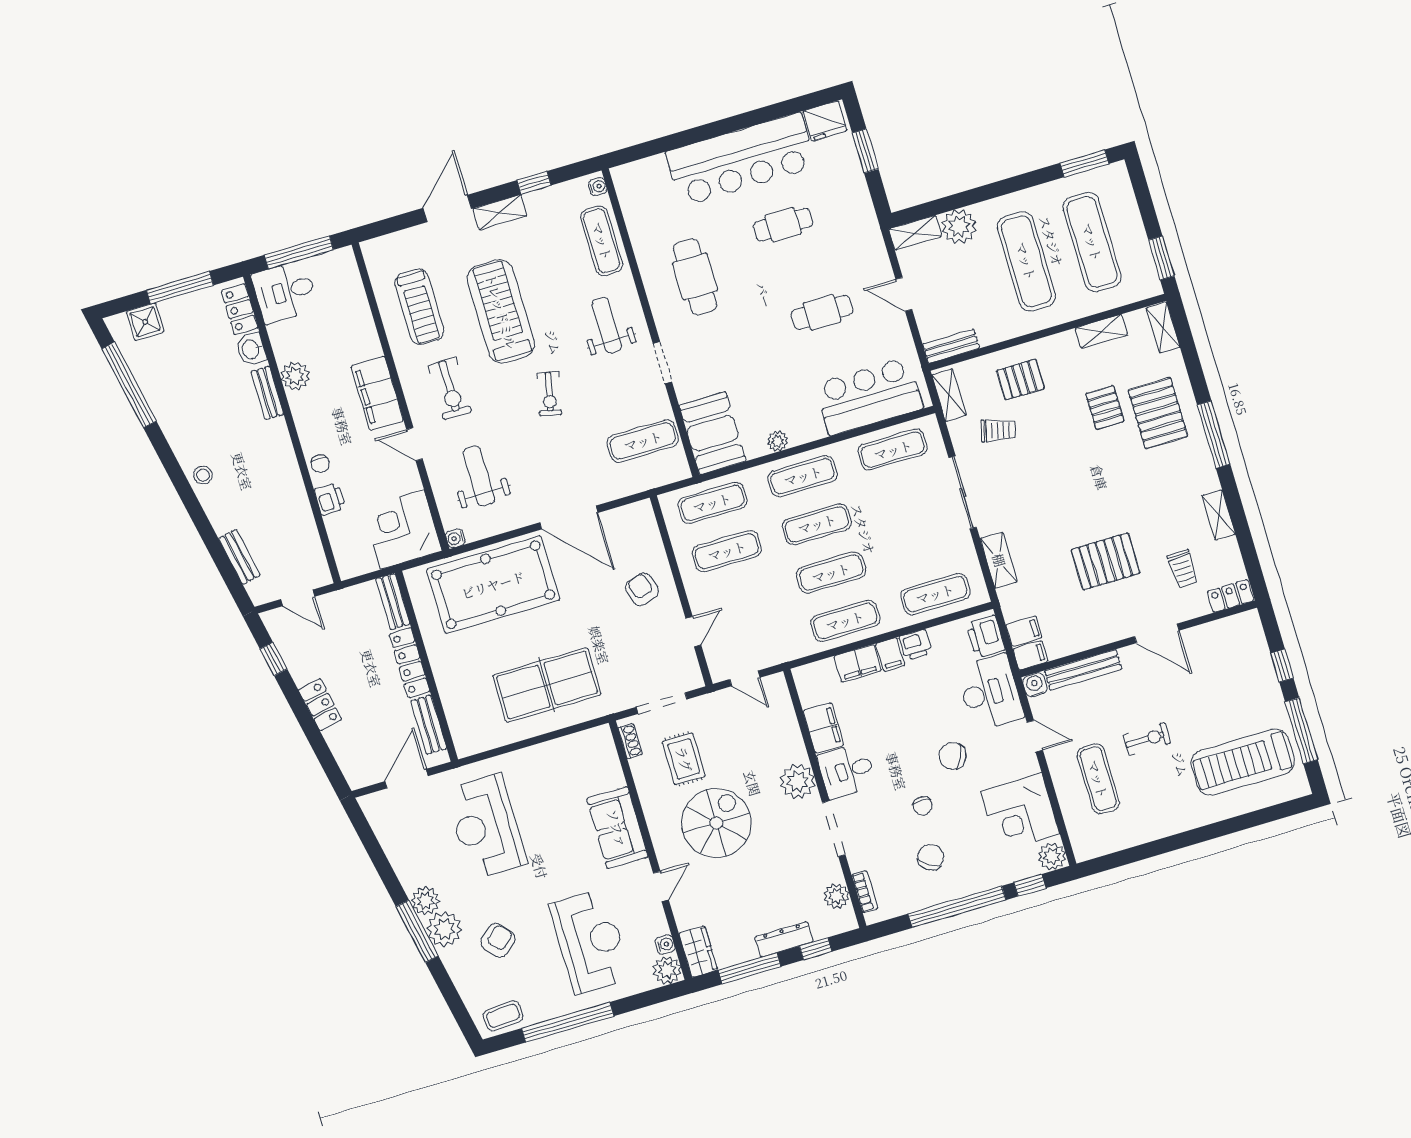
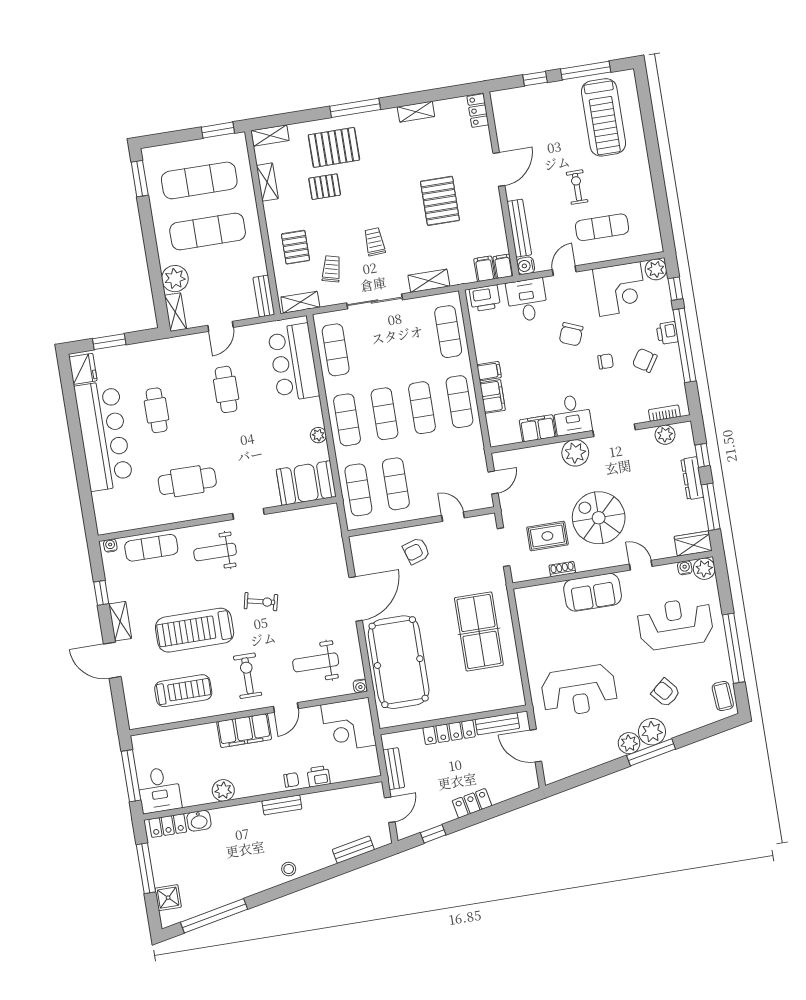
exercise bike: (450, 389) -> (248, 676), turned -90
bench: (267, 393) -> (282, 805), moved
exercise mat: (643, 441) -> (305, 536), removed
trolley: (1183, 569) -> (375, 242), moved, turned -91
bench: (393, 601) -> (394, 769), moved, turned 90
printer: (916, 645) -> (667, 333), moved, turned 180
desk: (990, 692) -> (527, 300), width x0.73
shoe rack: (630, 741) -> (562, 569), moved

